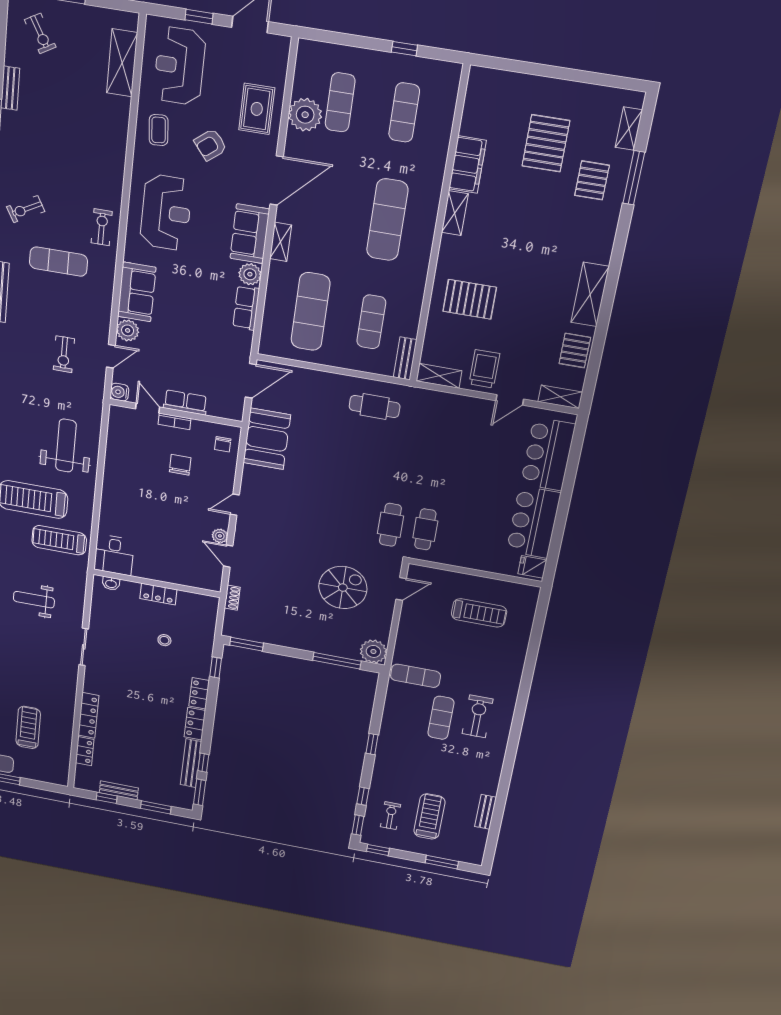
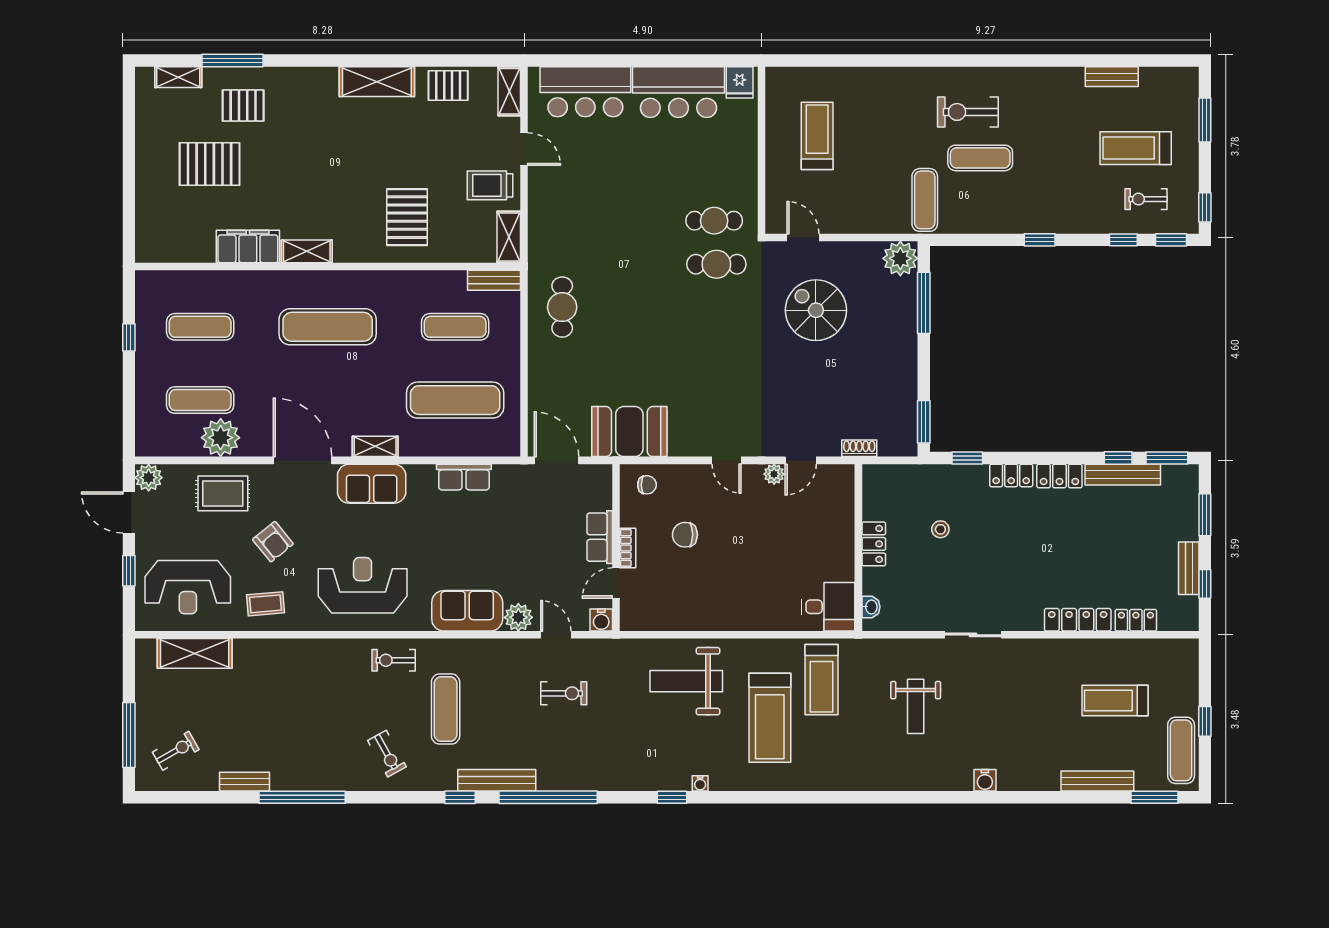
plant: (250, 274) -> (149, 478), moved

